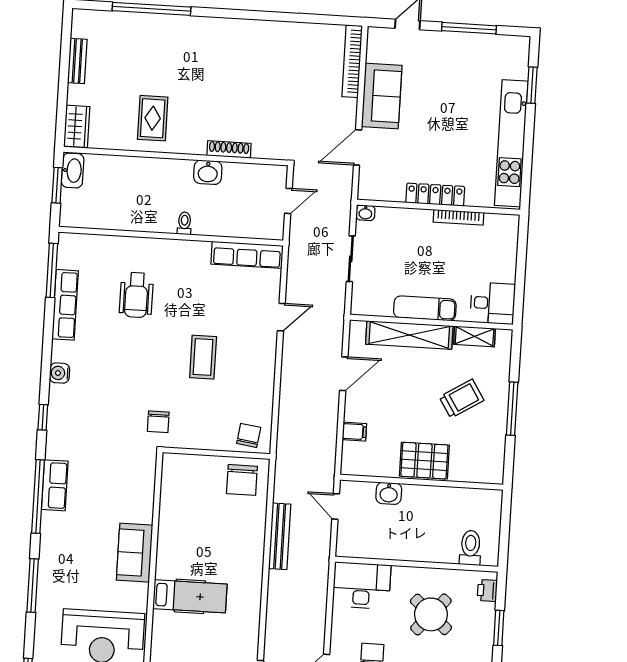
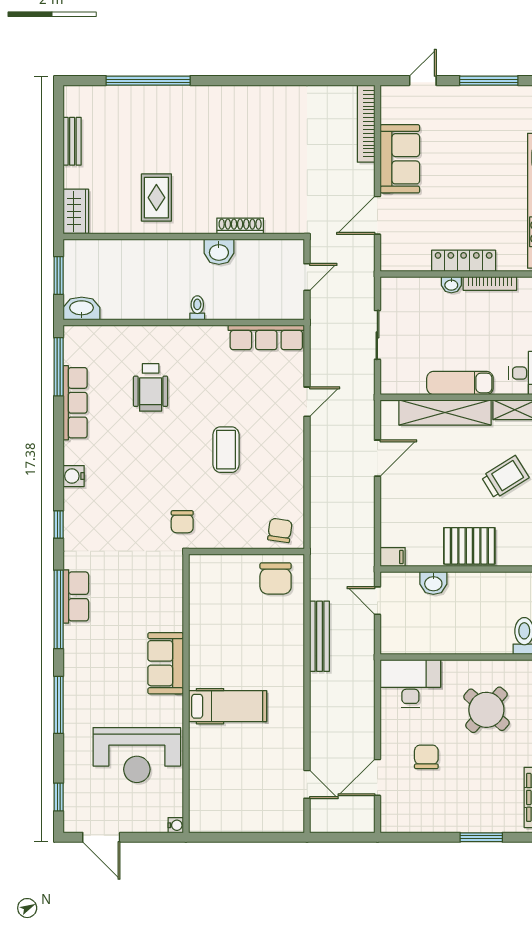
washbasin: (73, 170) -> (82, 308), moved, turned -90
washbasin: (365, 213) -> (451, 285), moved
filing cabinet: (354, 432) -> (393, 557), moved

